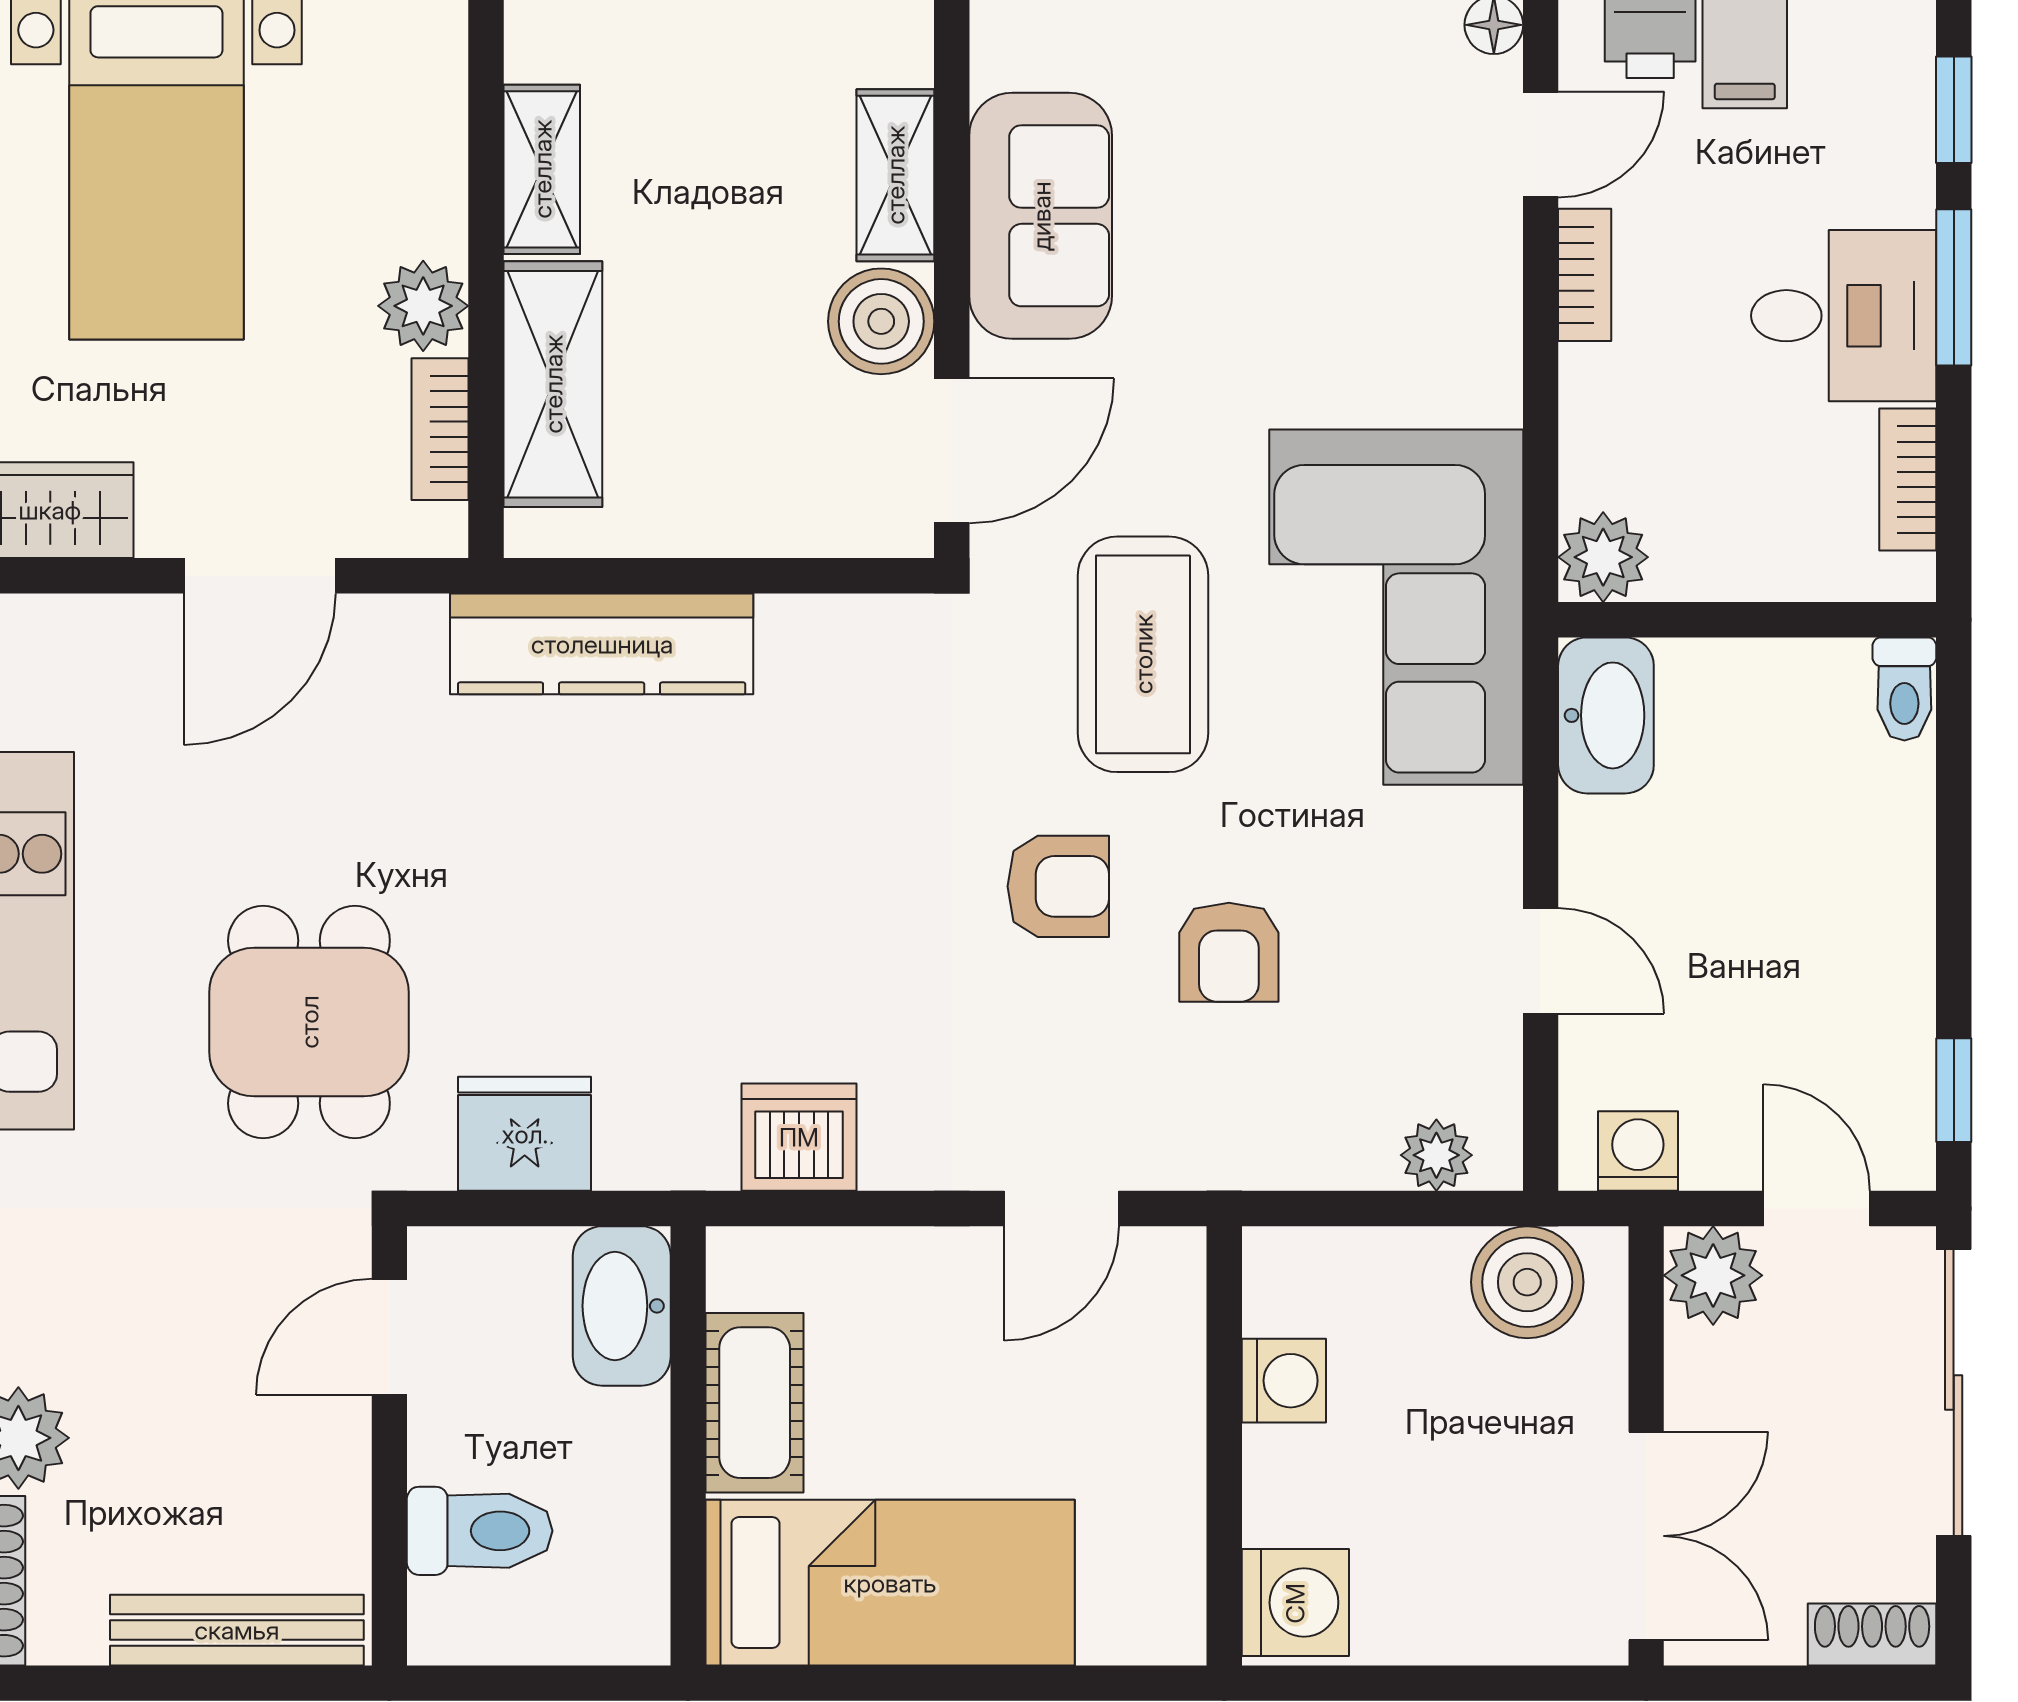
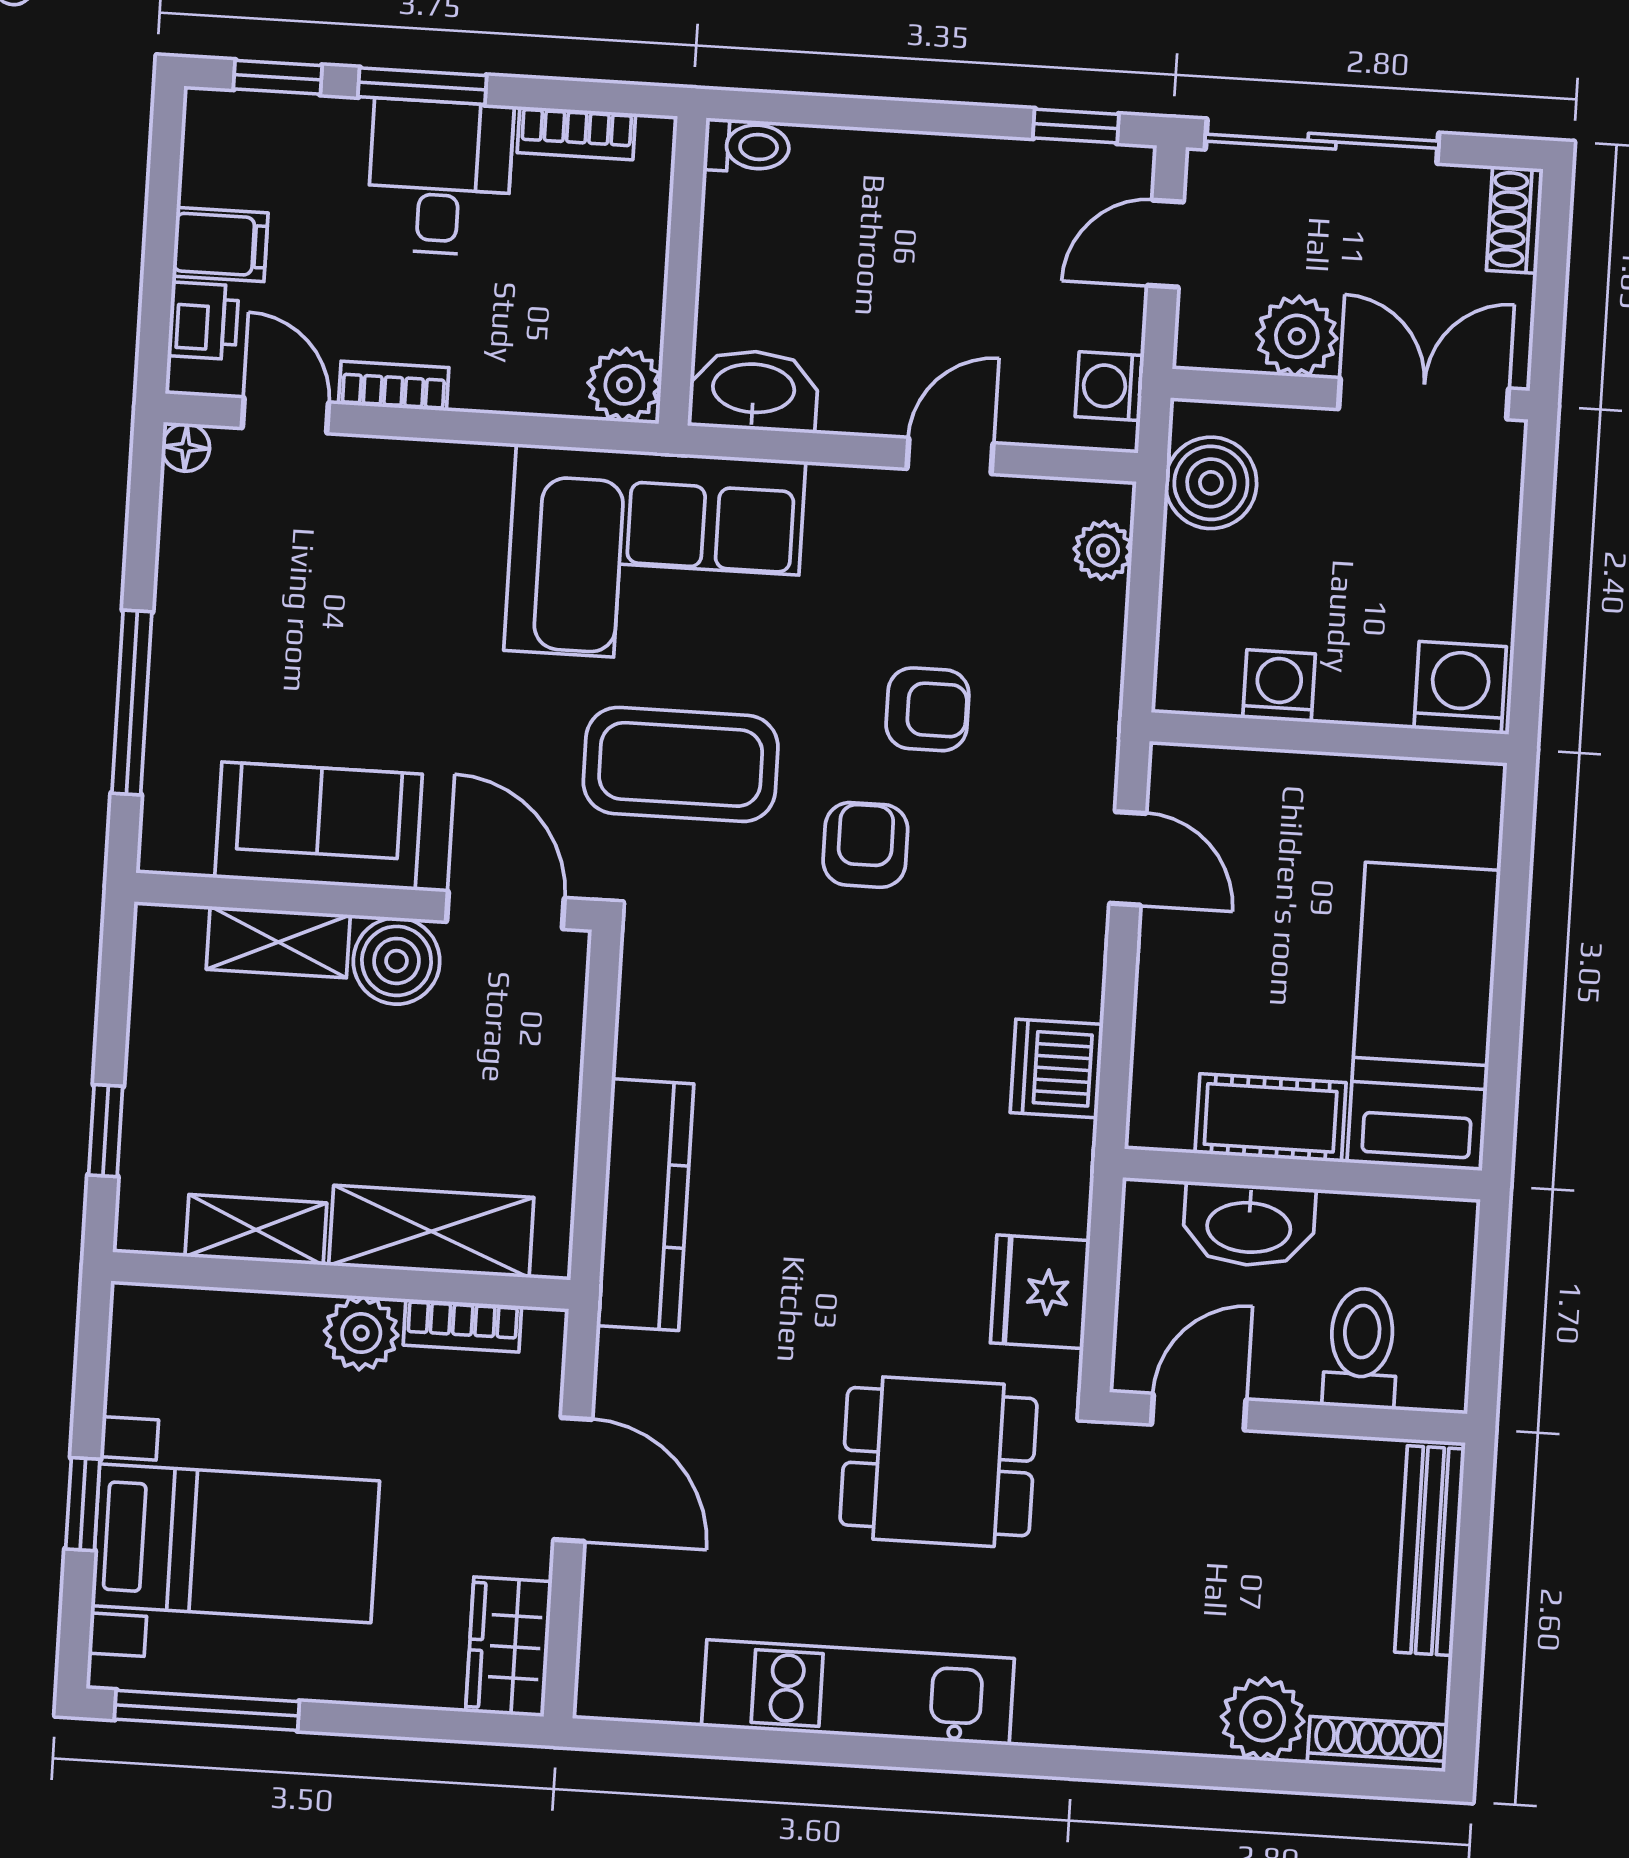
plant: (1713, 1275) -> (1297, 336), moved
washbasin: (622, 1306) -> (1249, 1225), moved
door: (389, 1337) -> (1199, 1412), swing flipped

